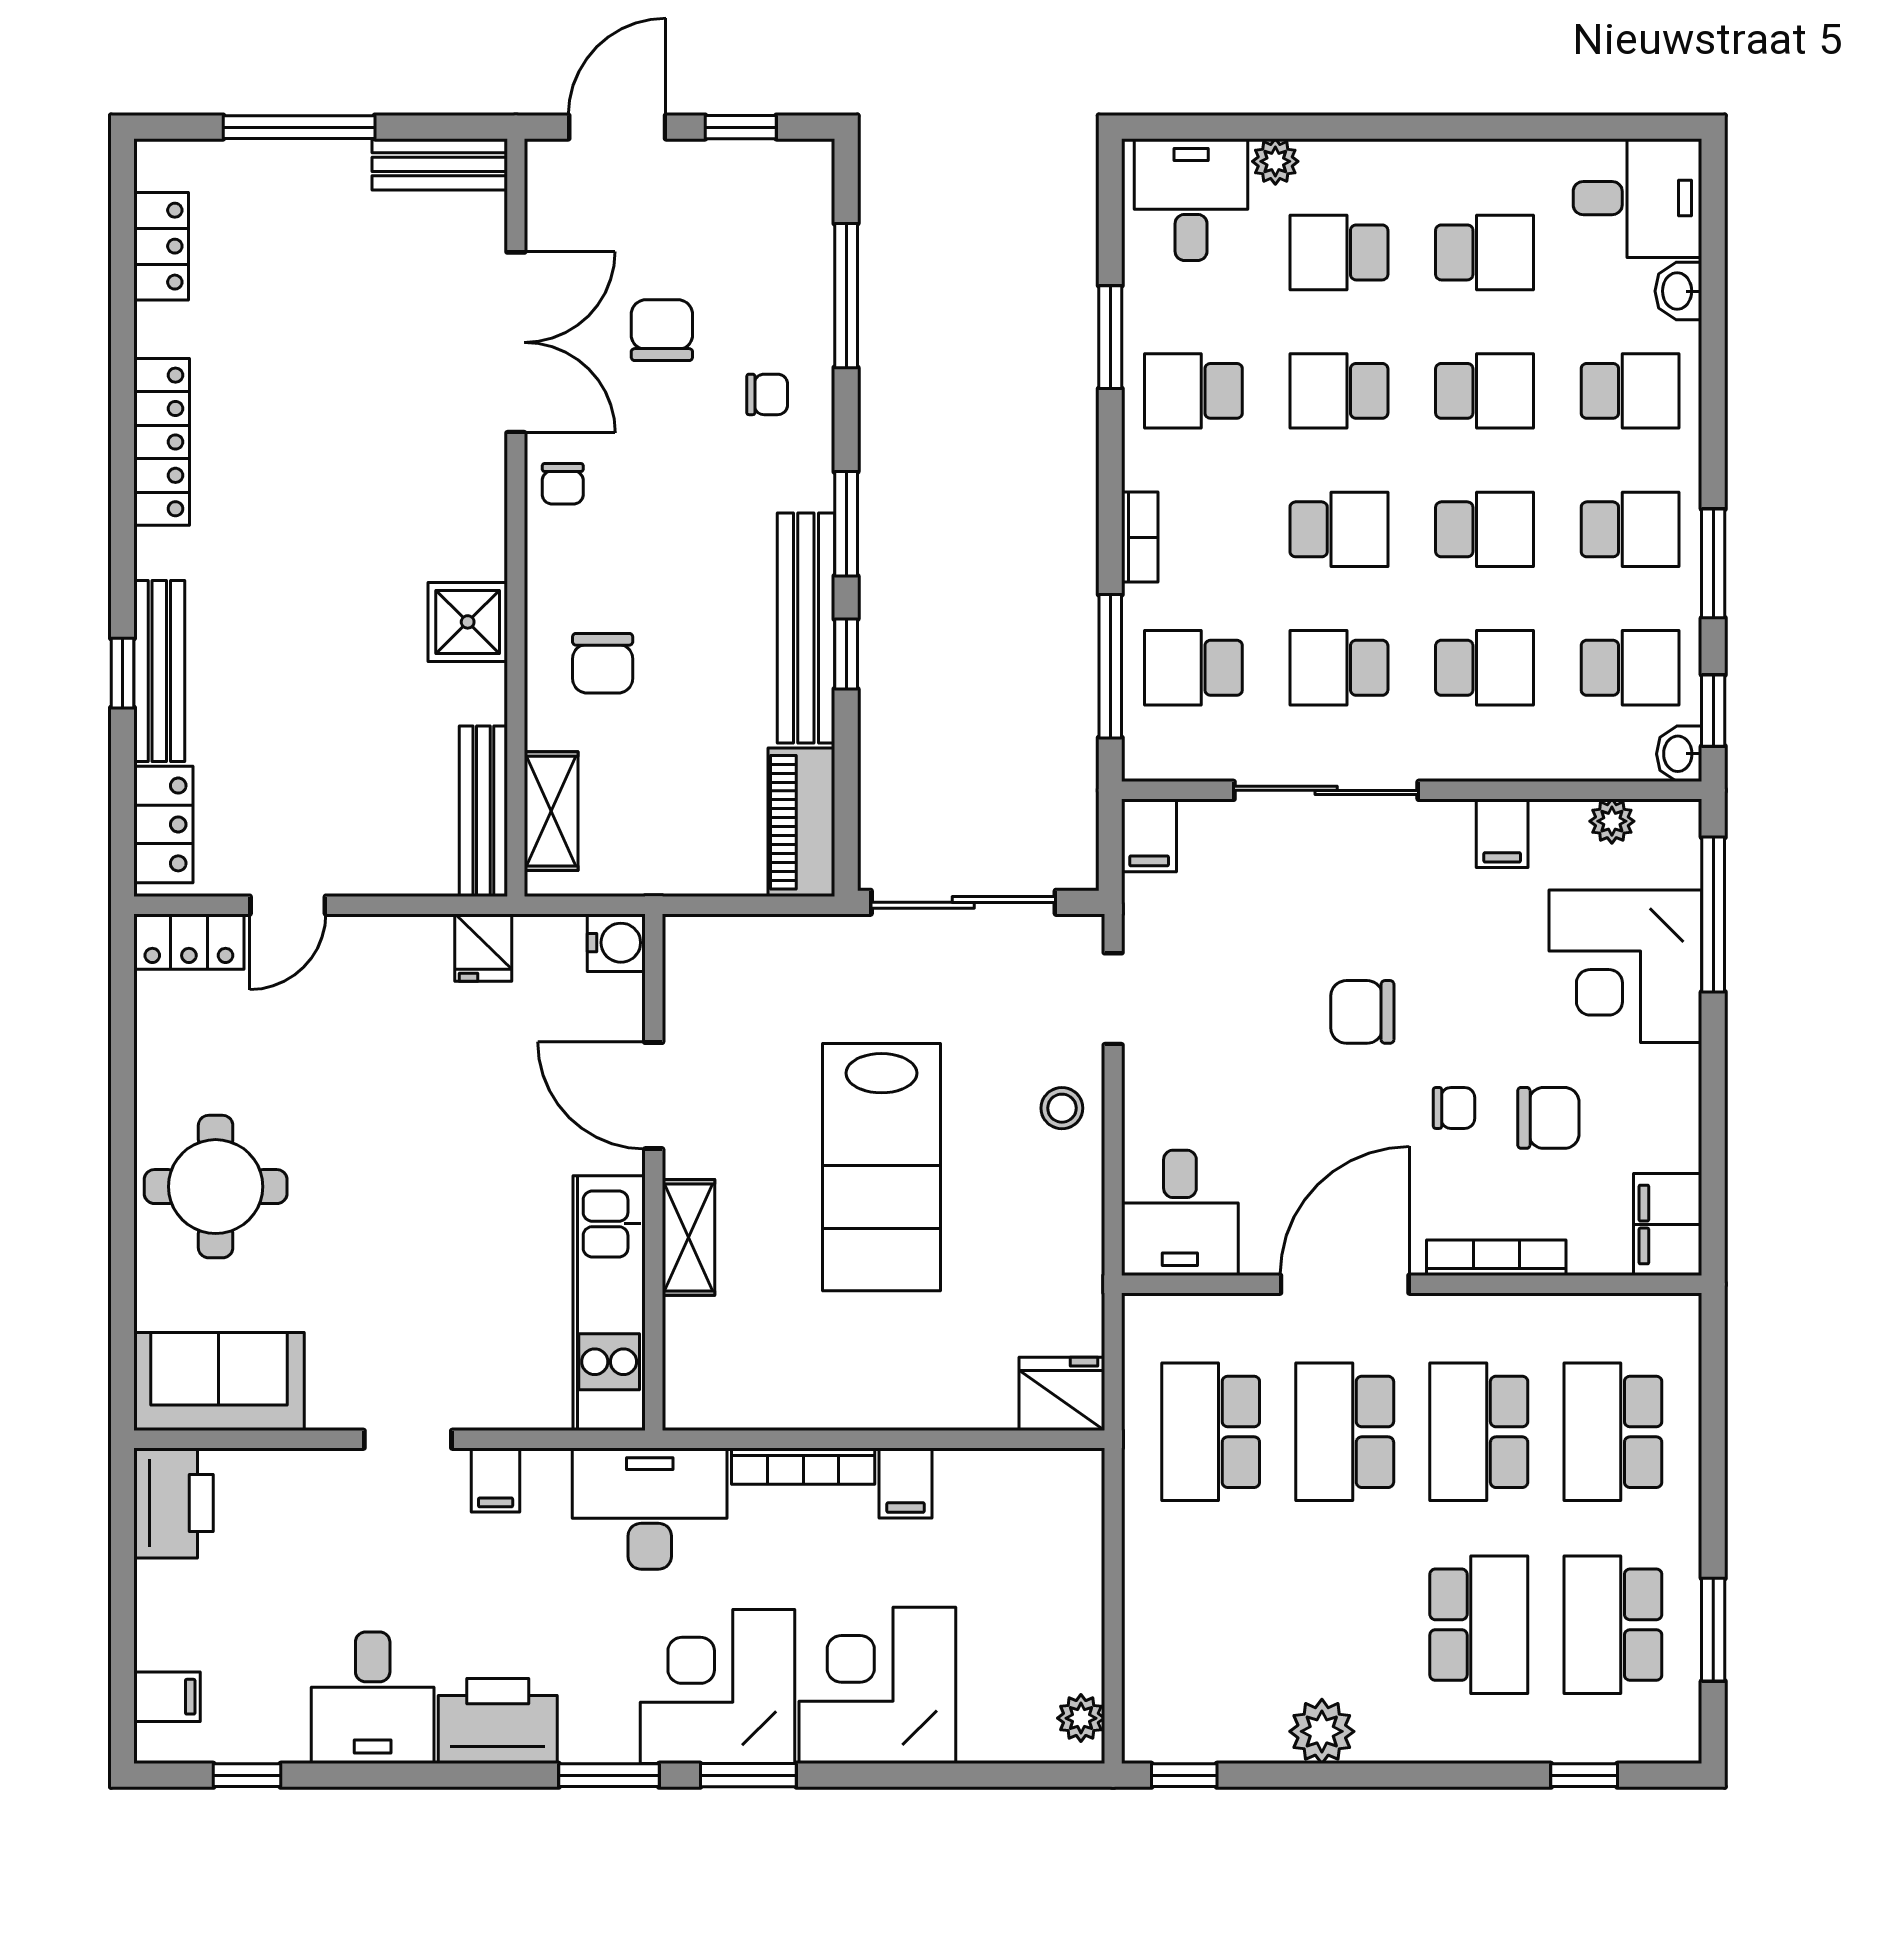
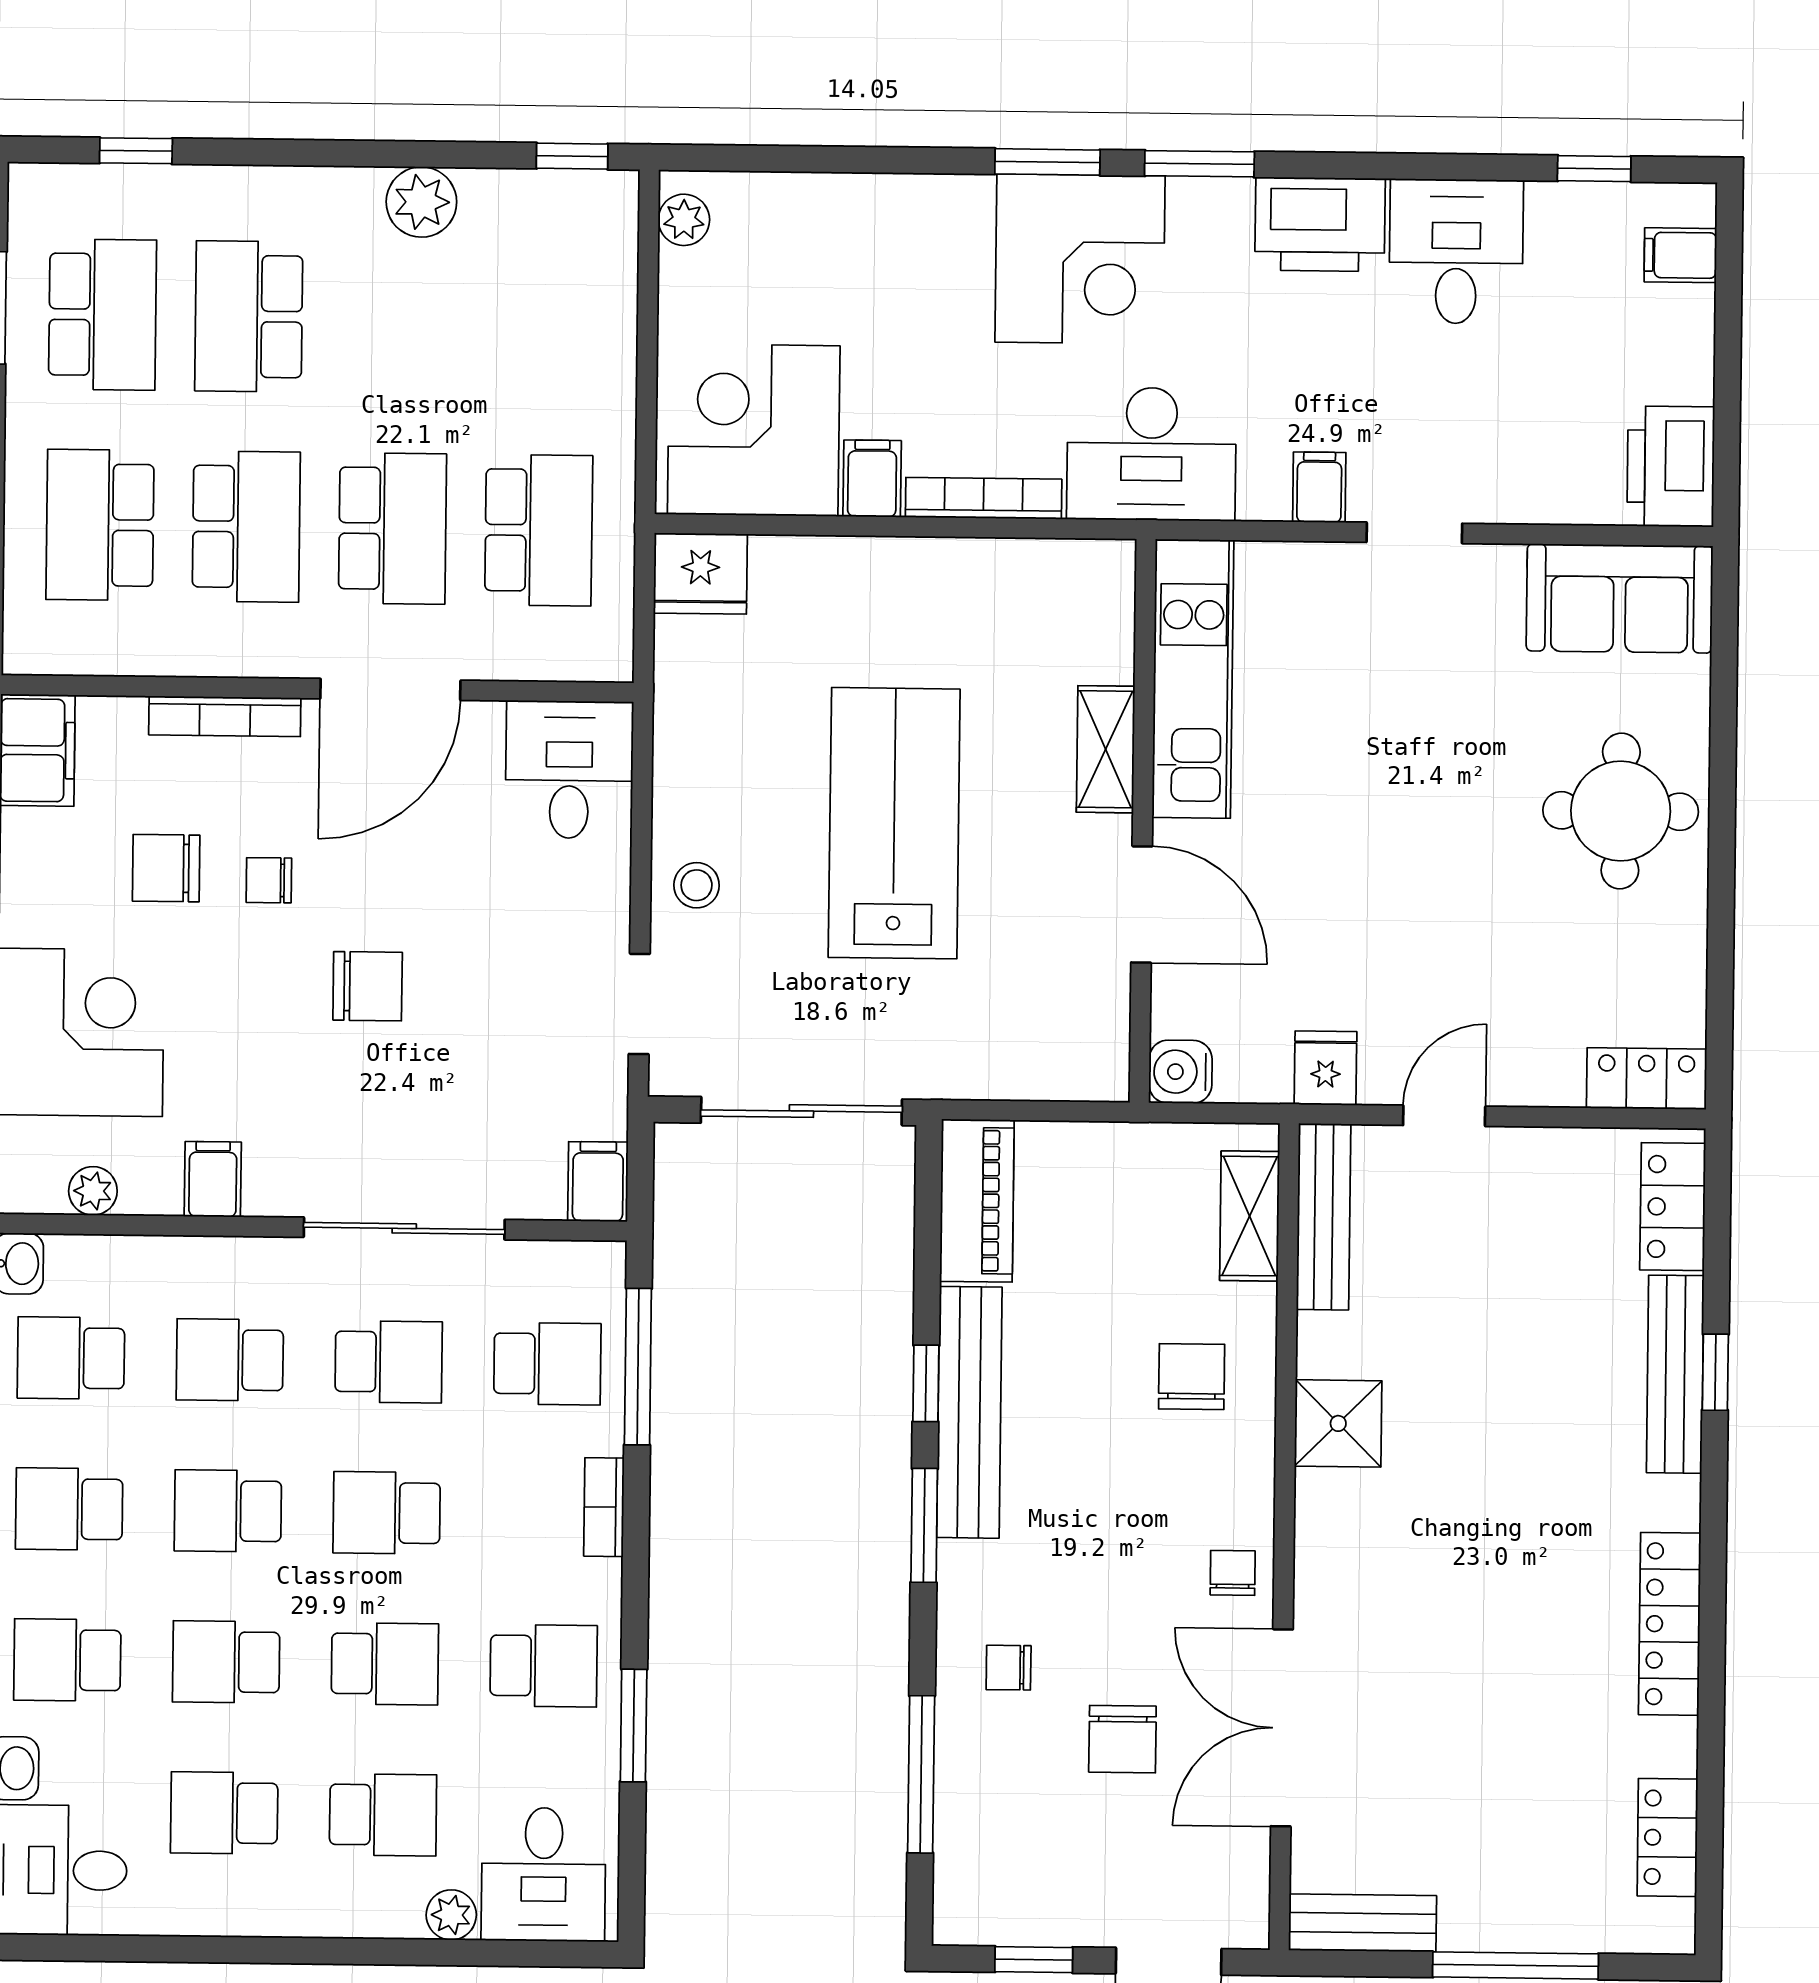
door: (288, 905) -> (1444, 1116), moved
school desk: (1613, 1432) -> (100, 525), turned 180
corner desk: (877, 1685) -> (754, 430), moved, turned 180

